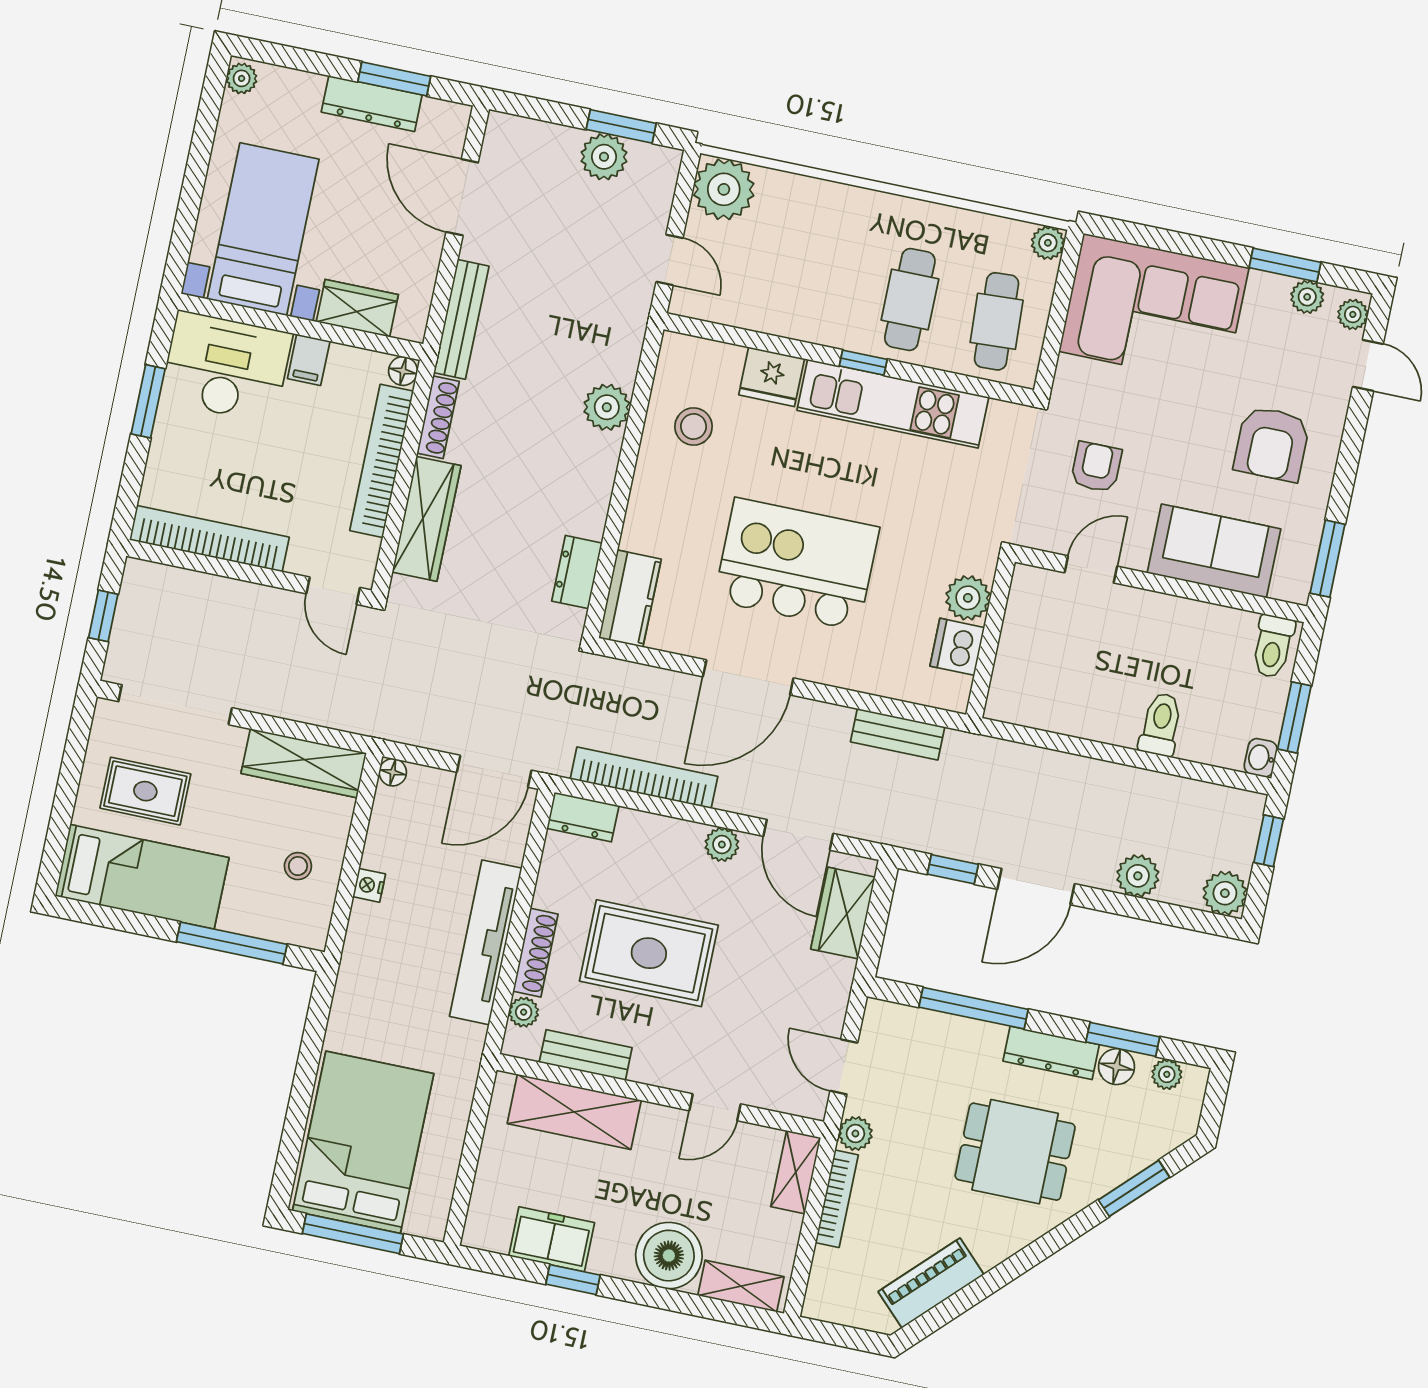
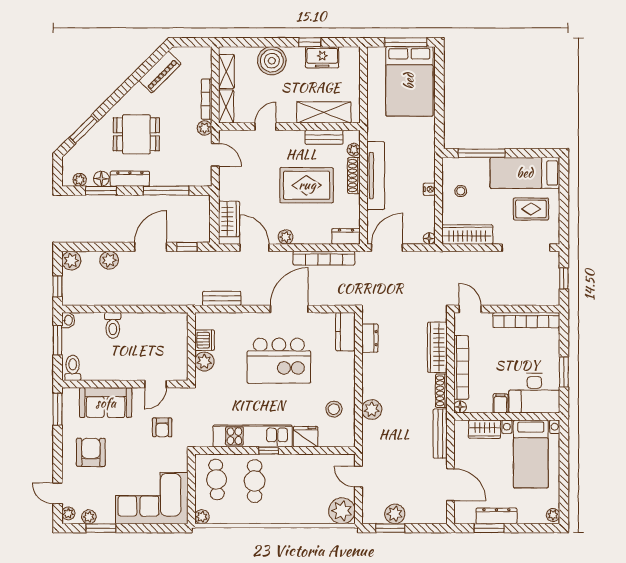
shelving: (741, 1286) -> (226, 71), moved, turned 90

